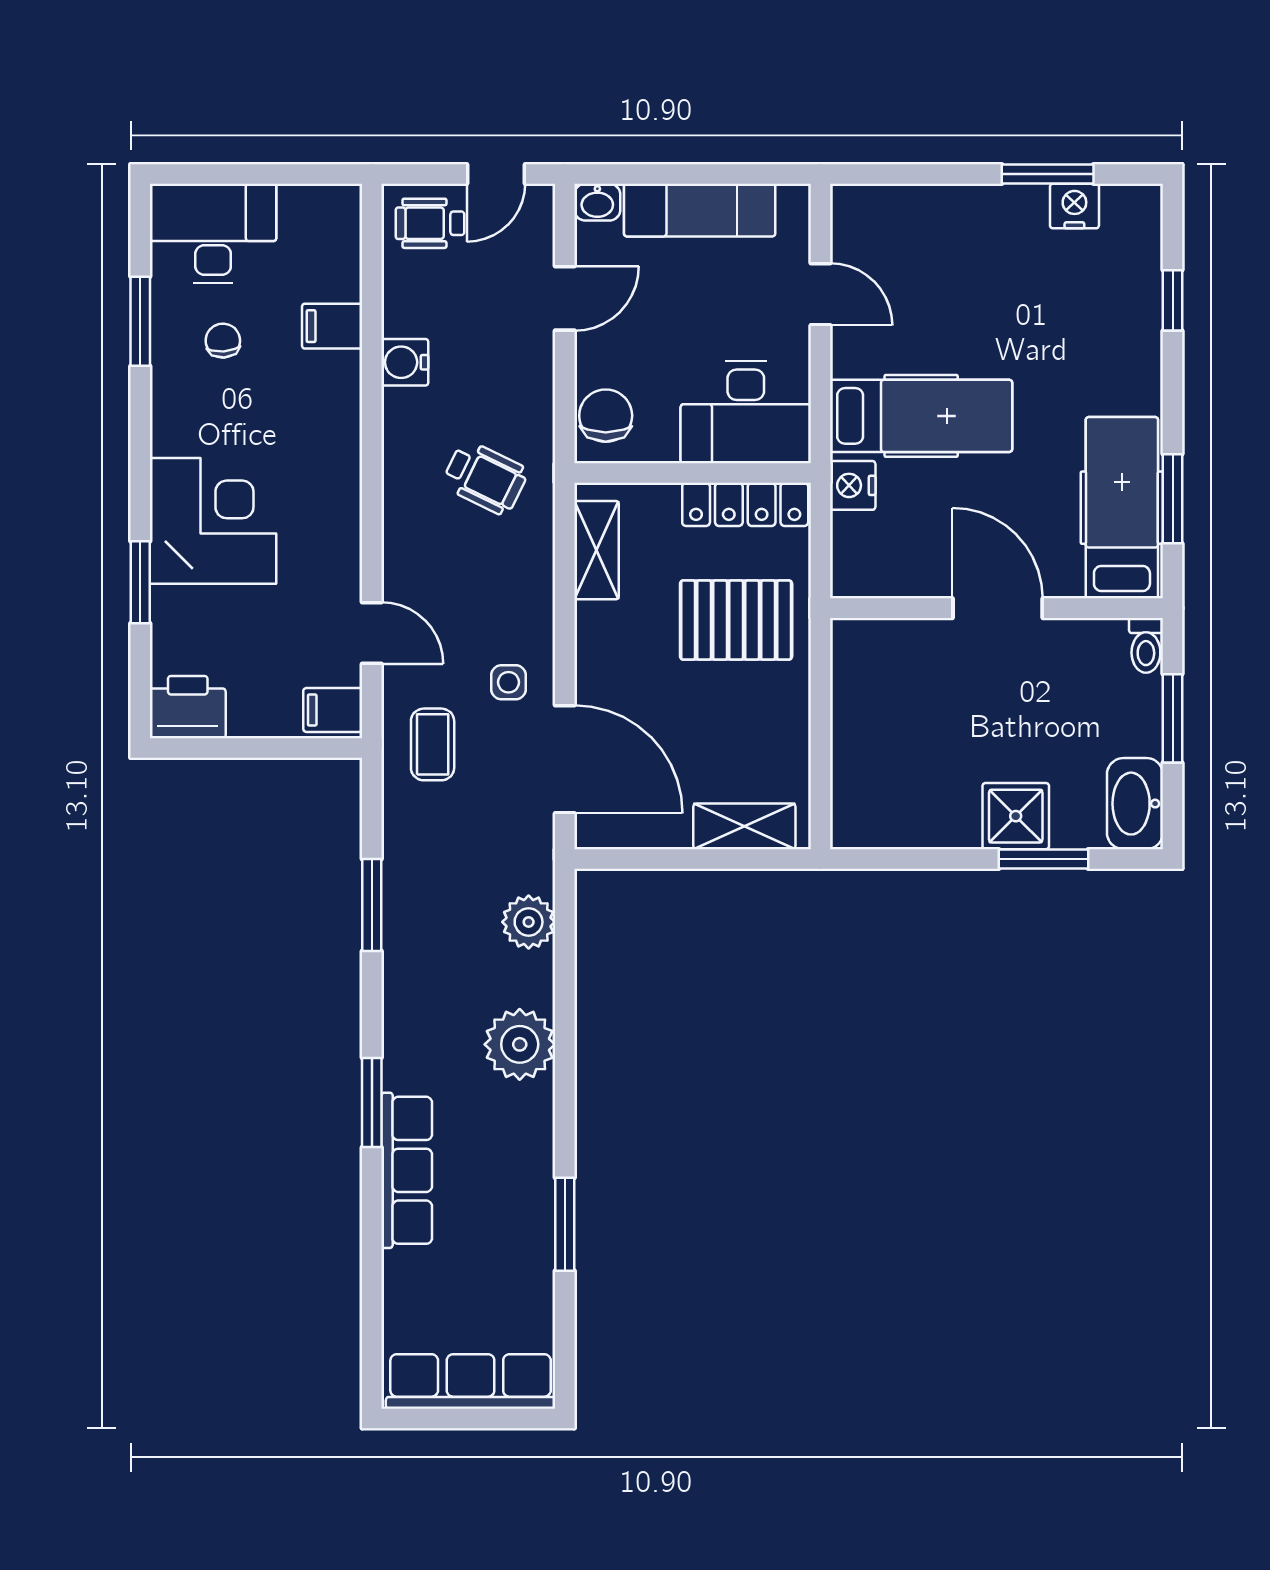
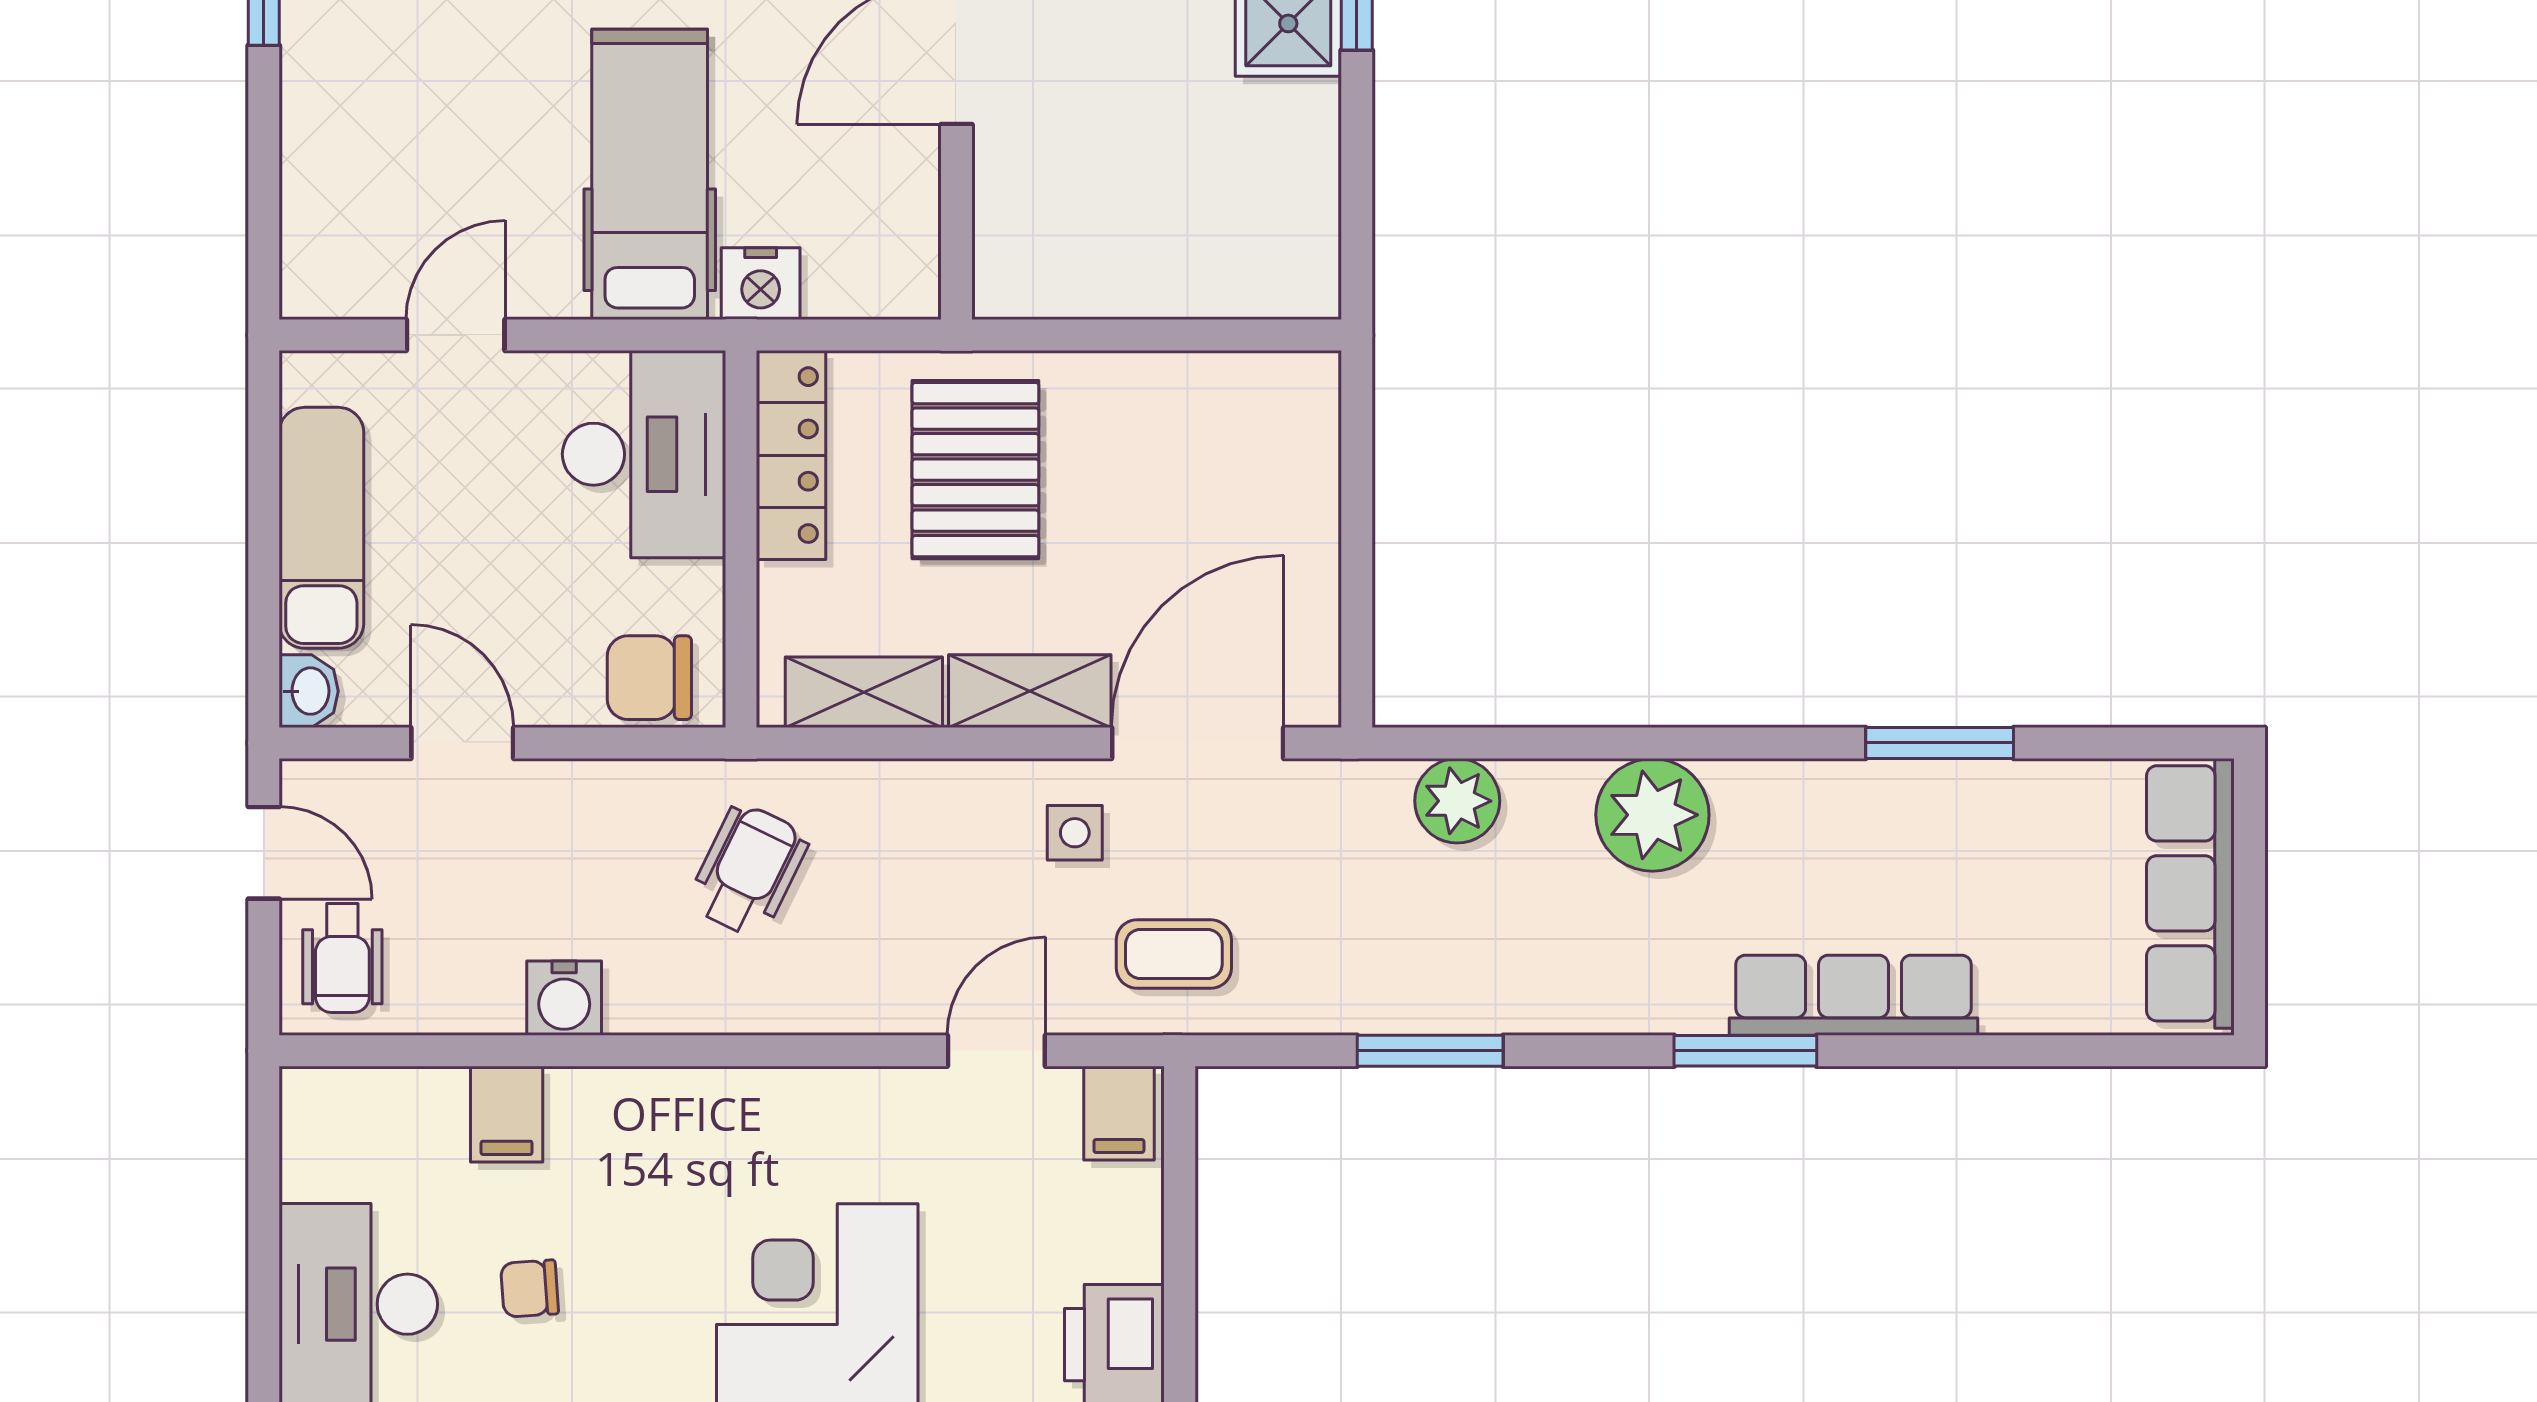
shelving: (744, 826) -> (1030, 691), moved, turned 90

